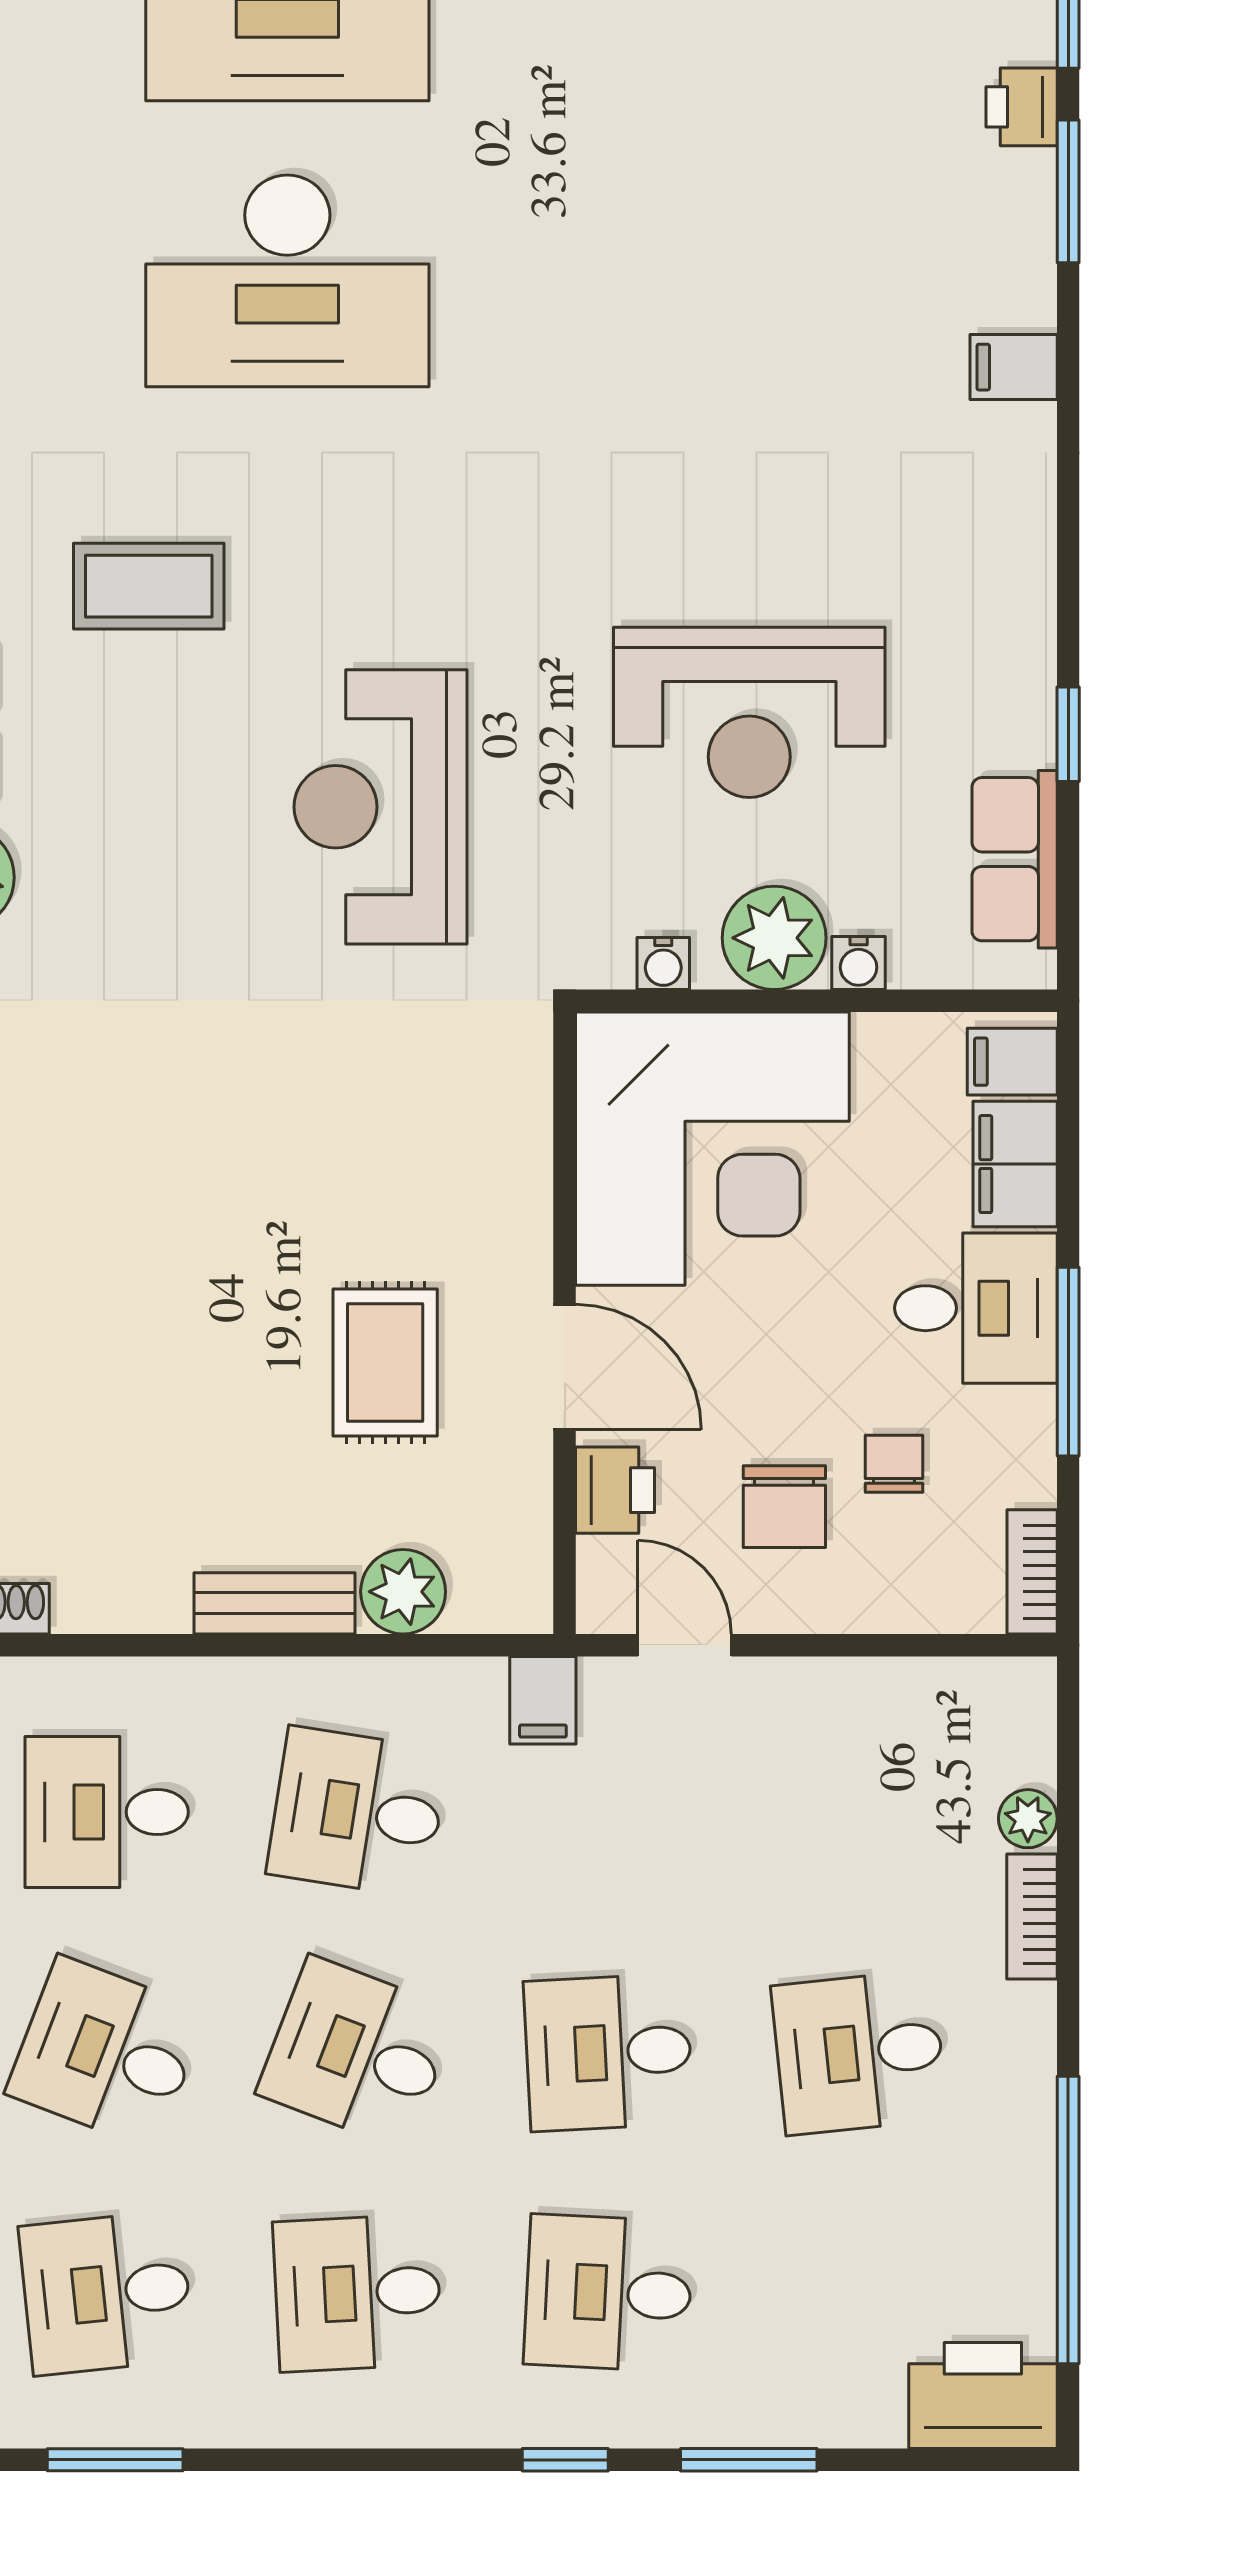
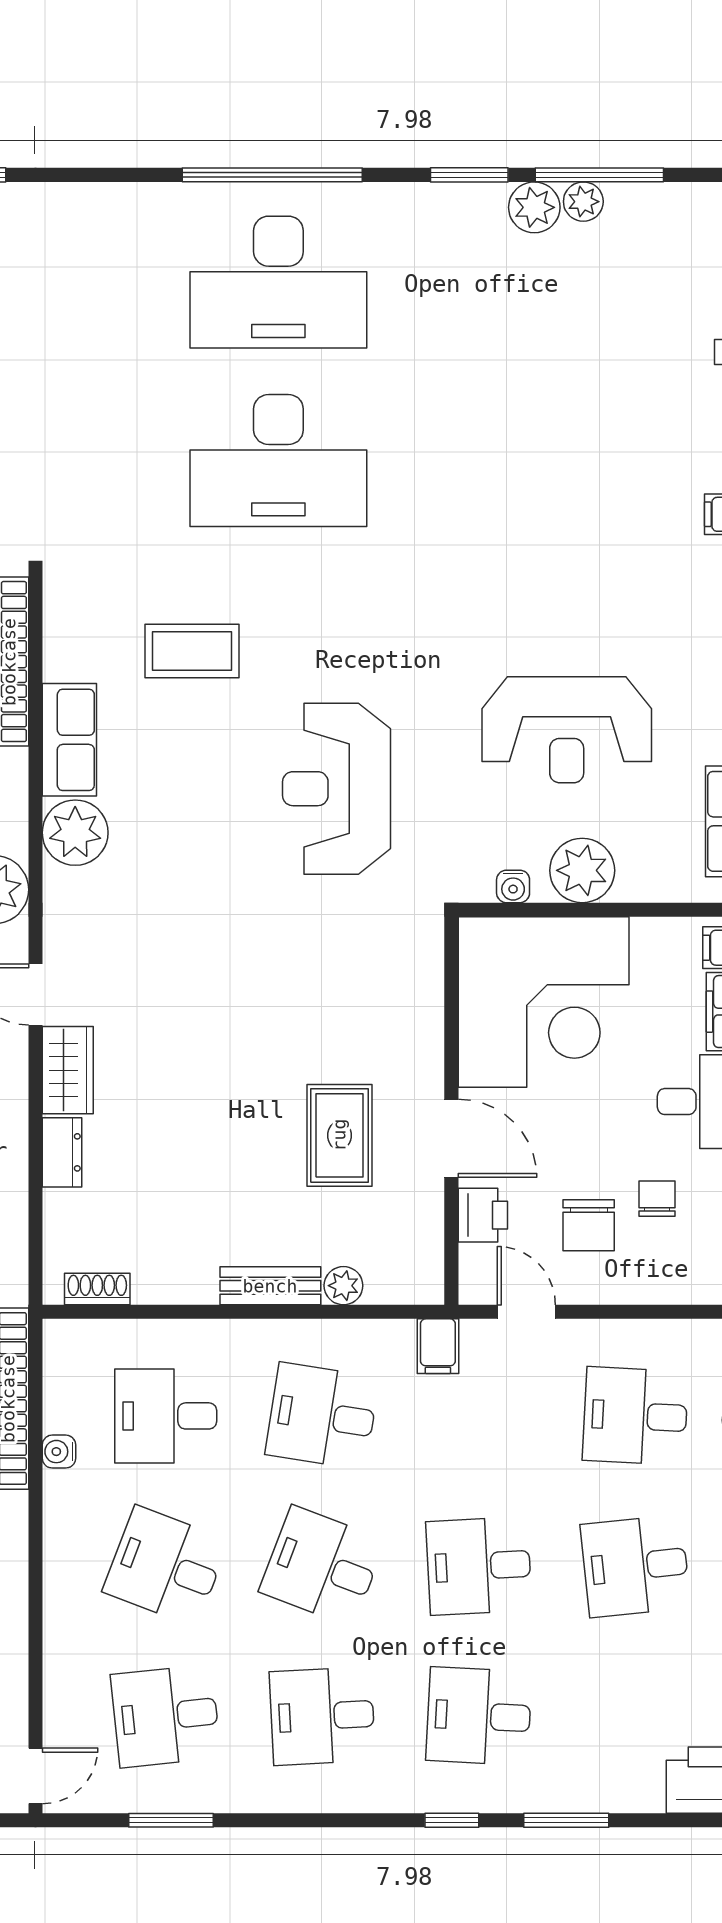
water cooler: (859, 963) -> (635, 886), removed
plant: (403, 1592) -> (343, 1286), width x0.73, depth x0.73
desk: (859, 1812) -> (635, 1416), added

